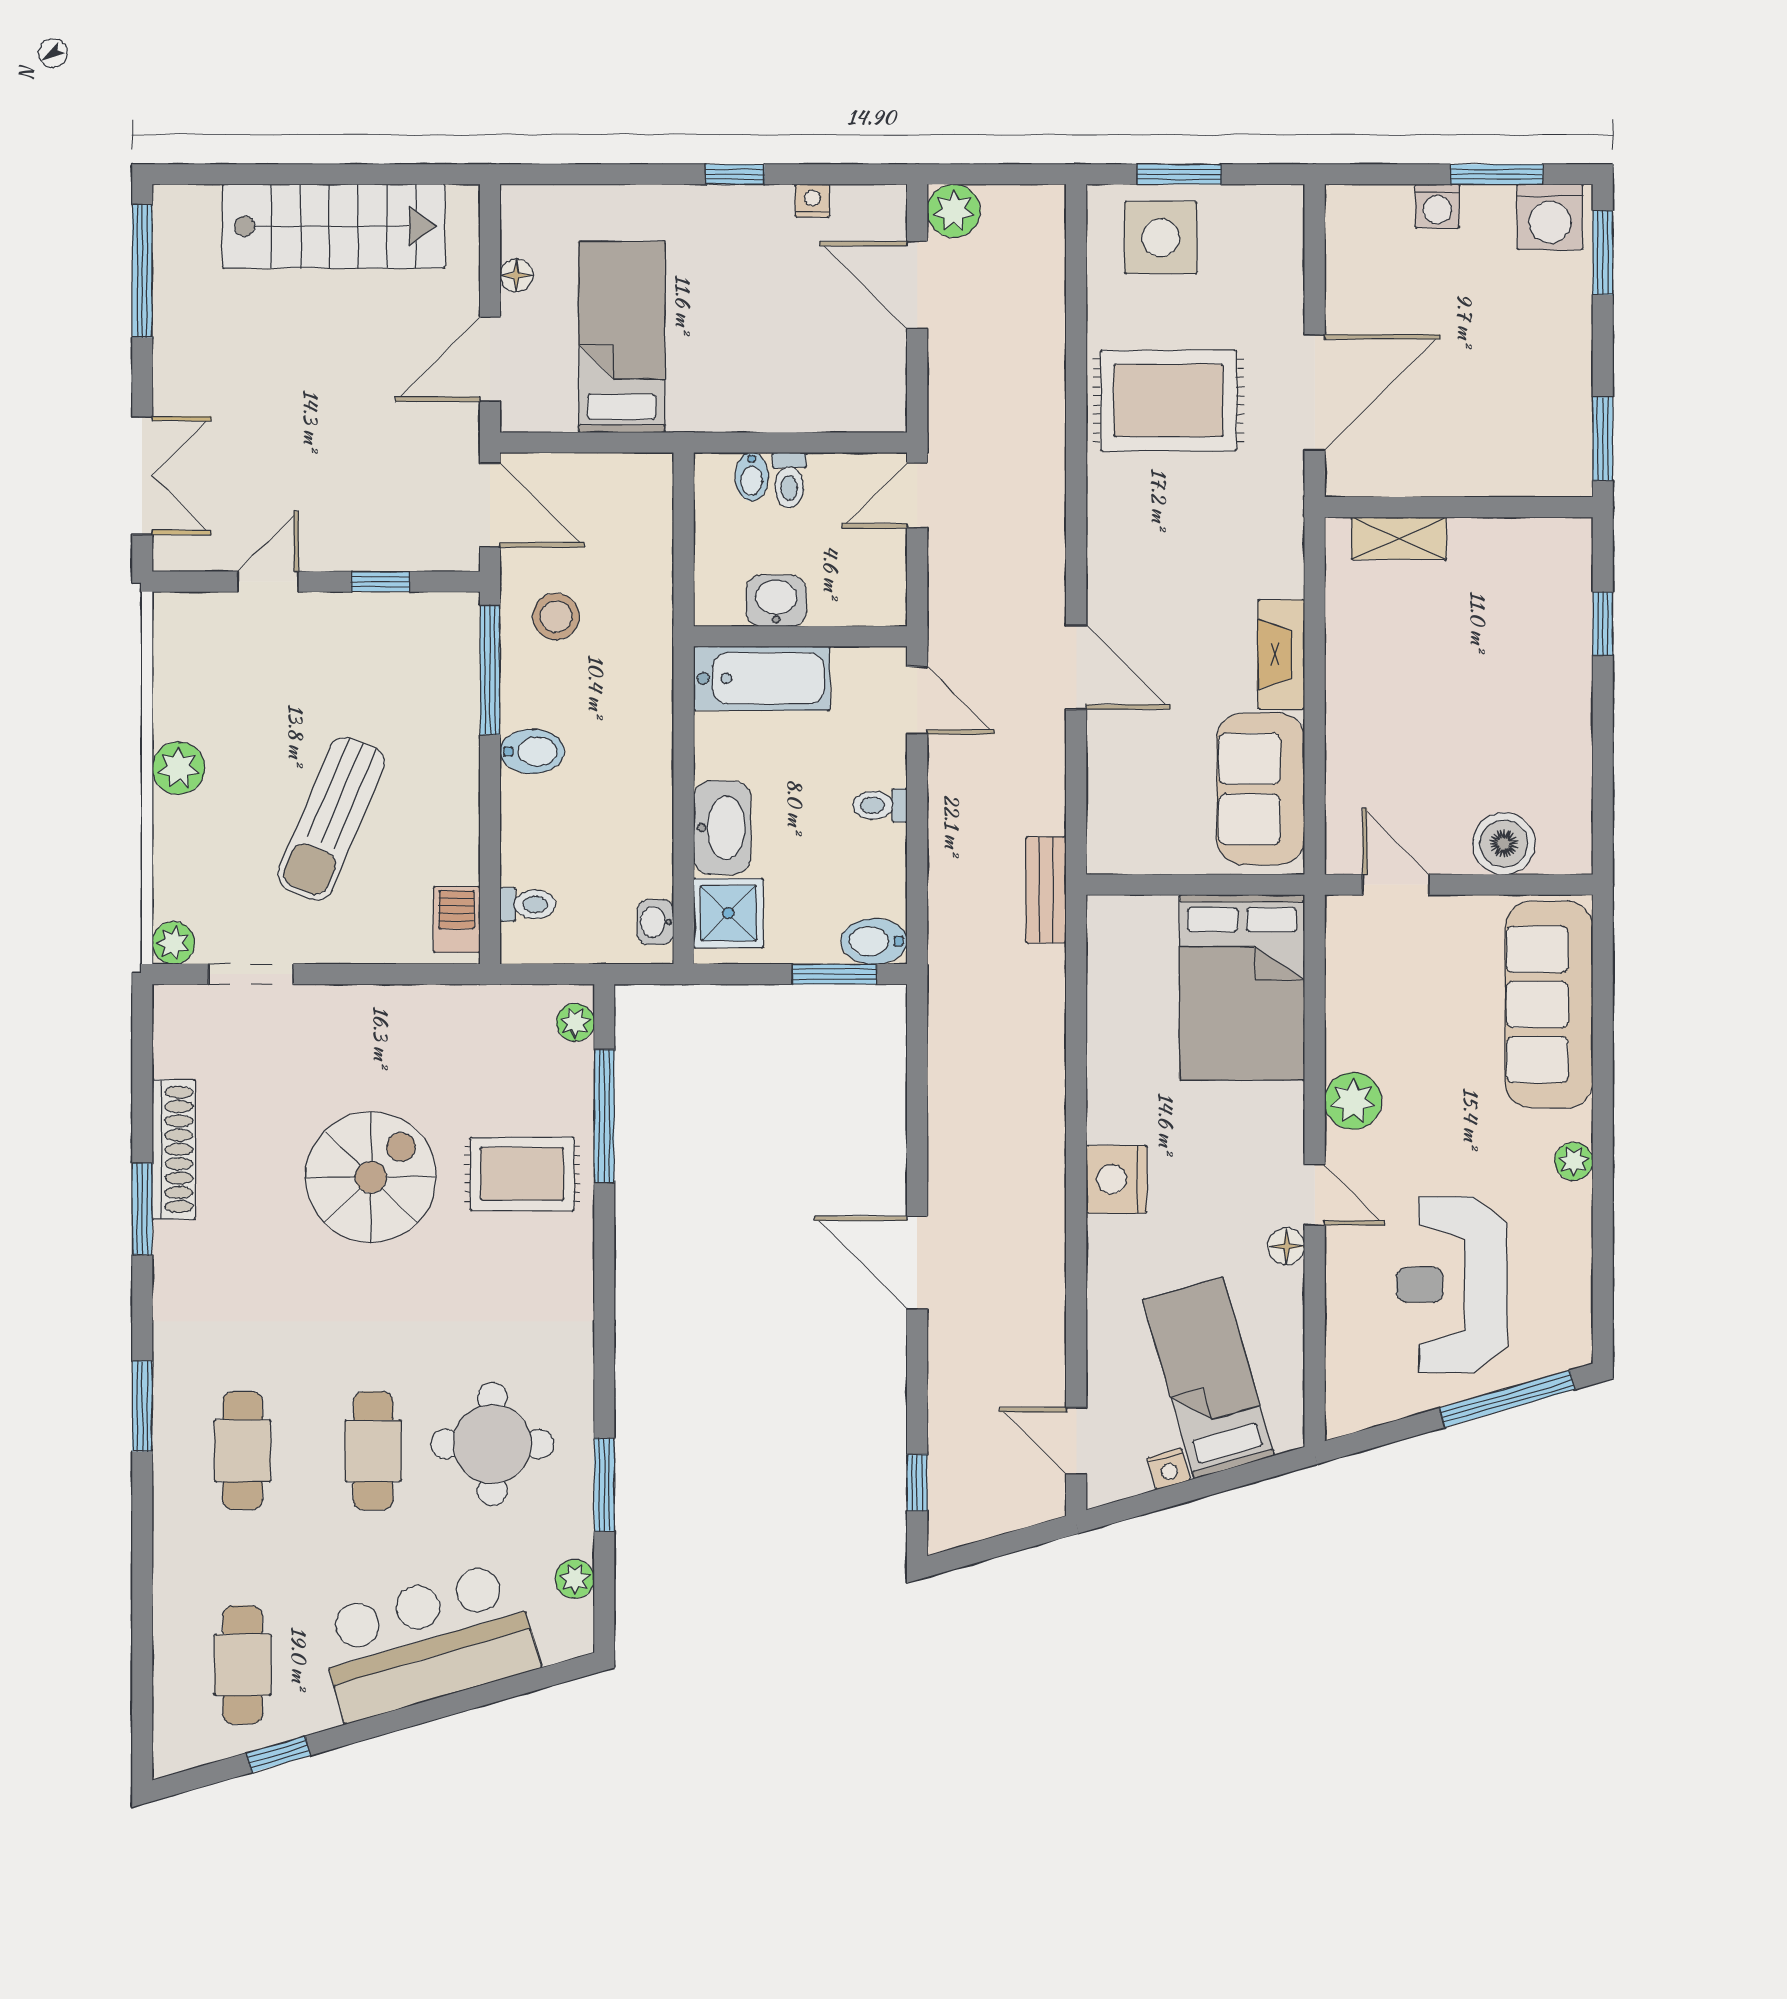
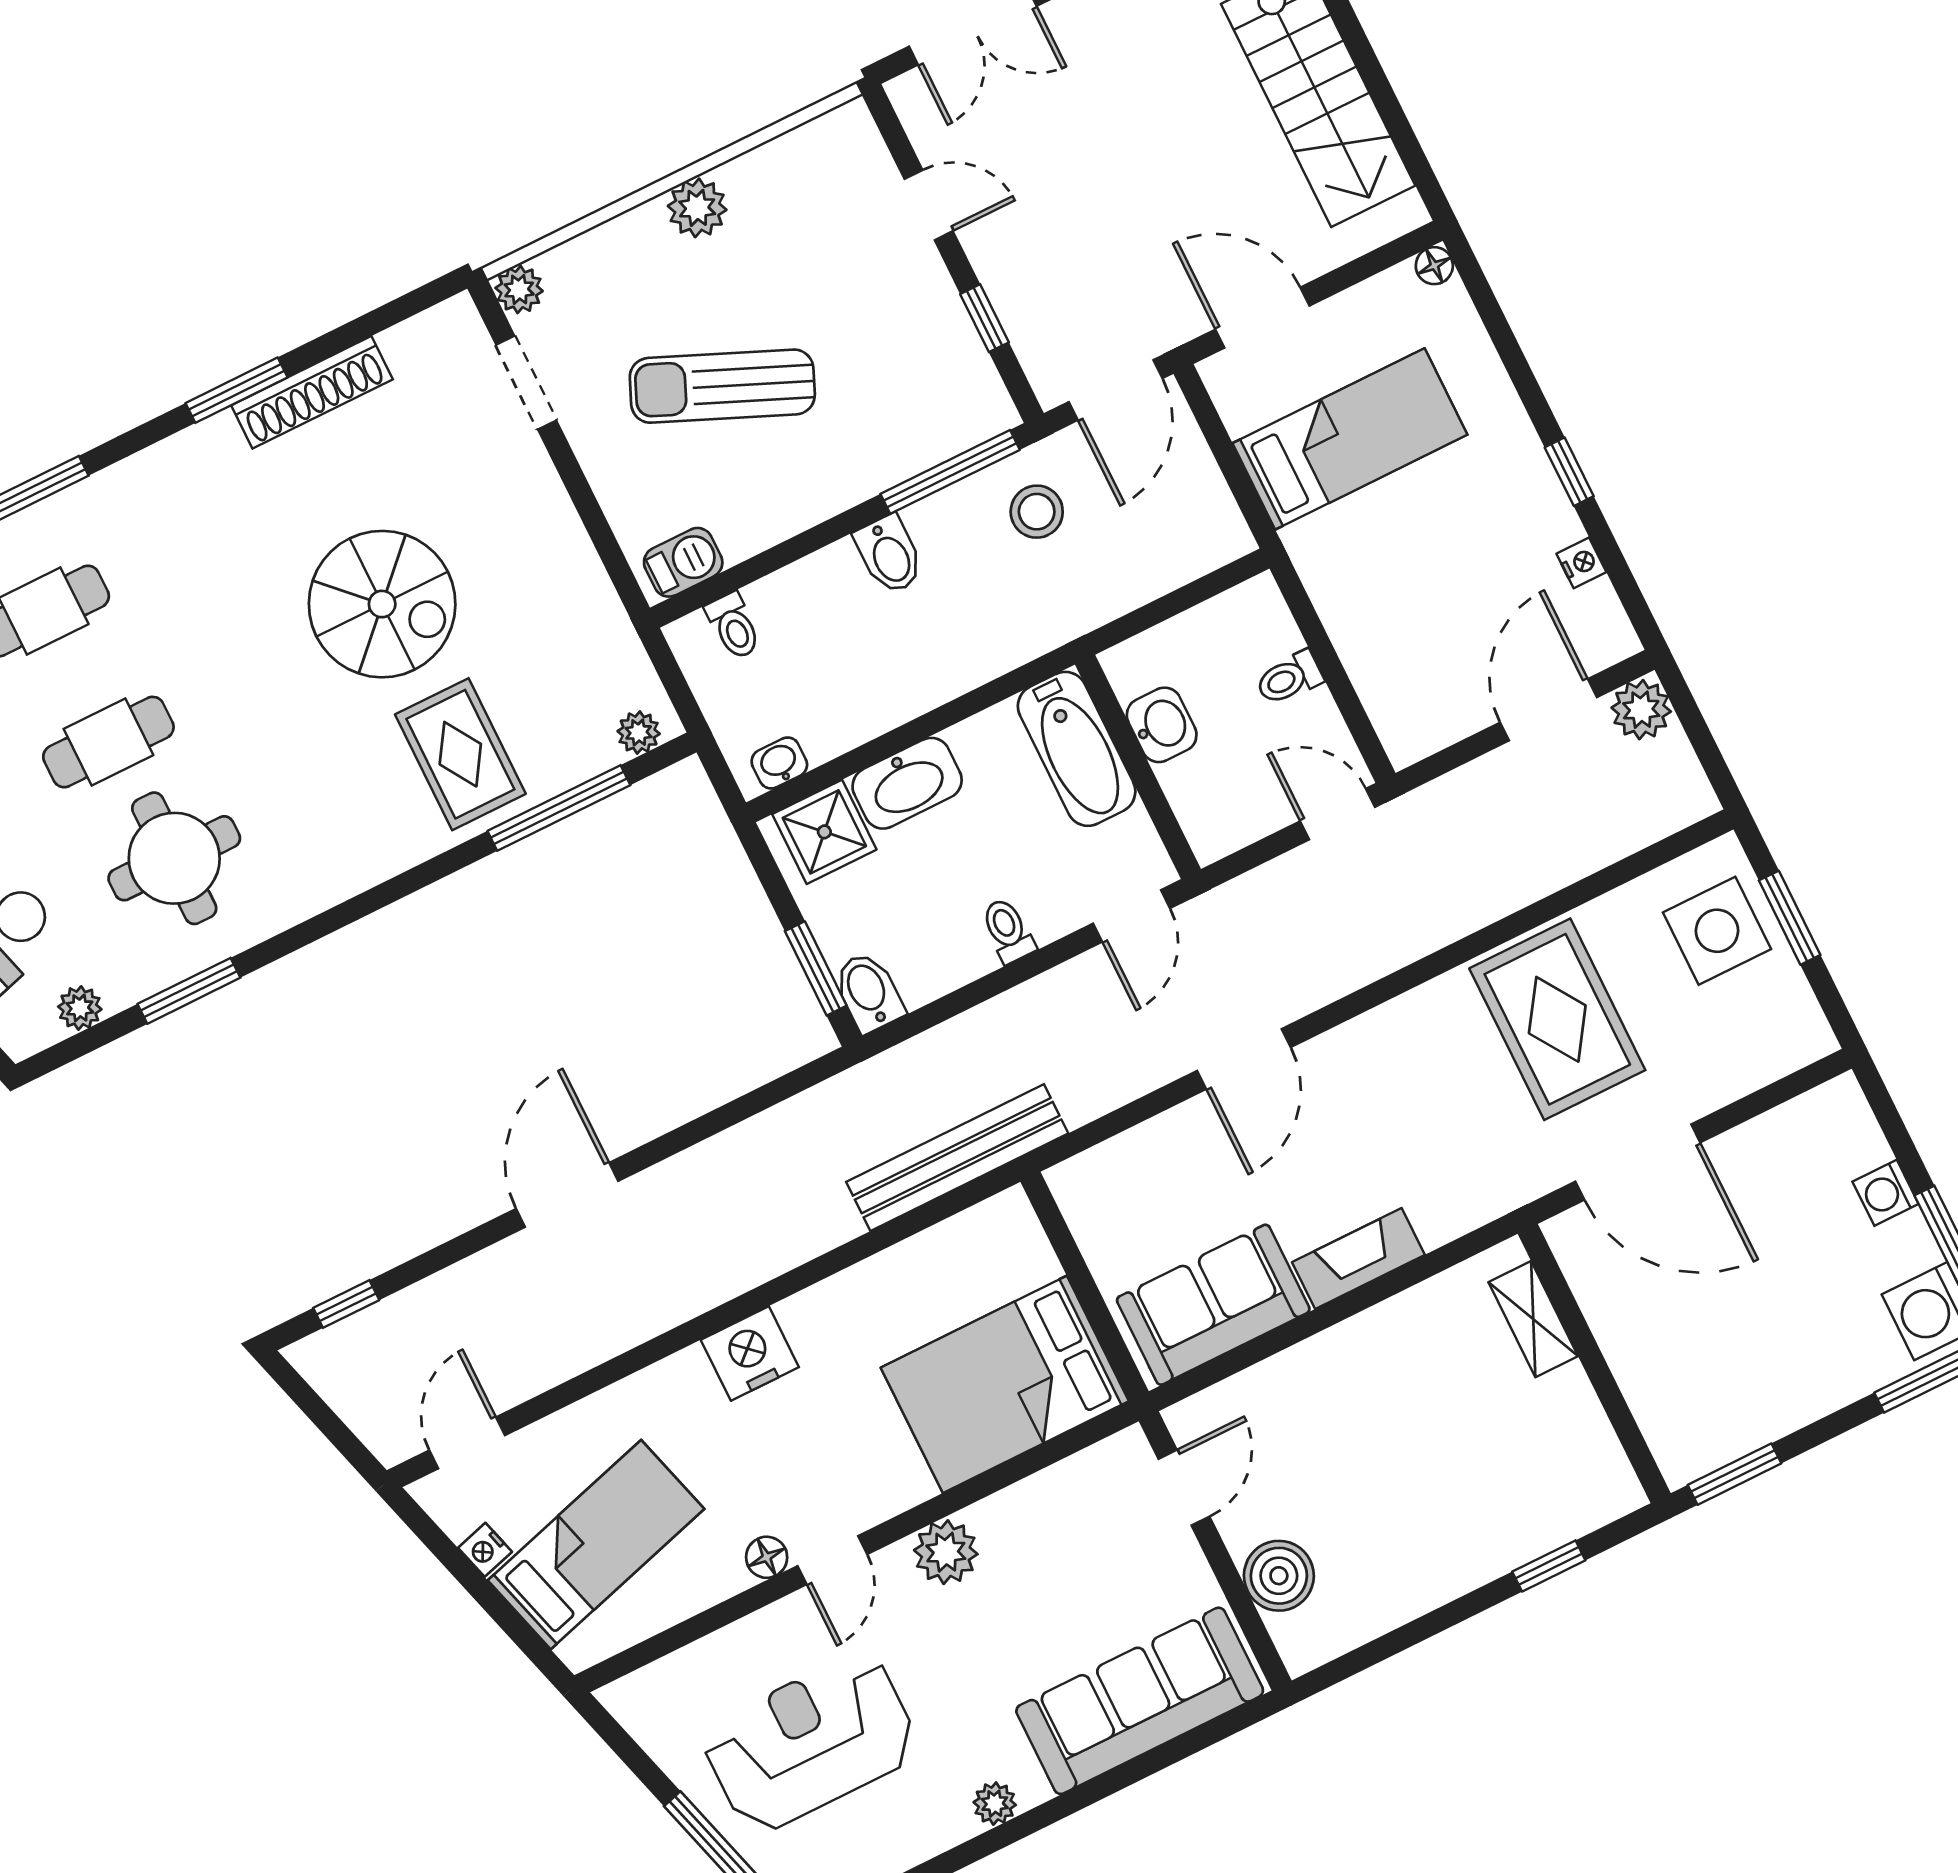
floor lamp: (516, 275) -> (1434, 266), moved
bidet: (752, 477) -> (1274, 639), removed
bench: (1046, 890) -> (957, 1158), width x1.86, depth x1.21

